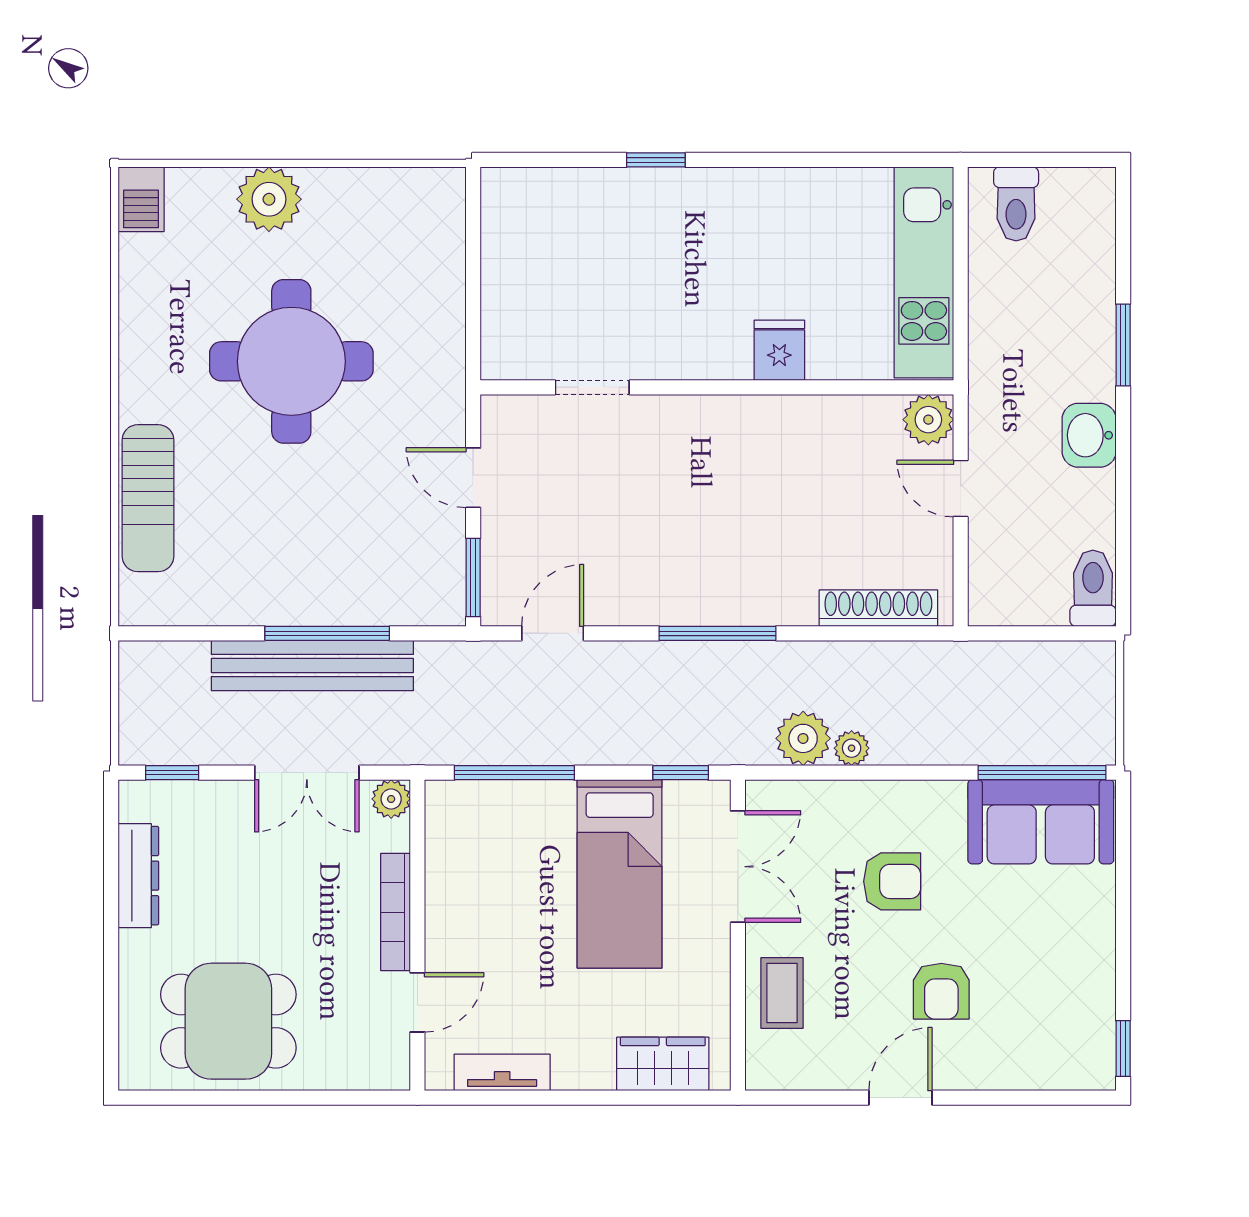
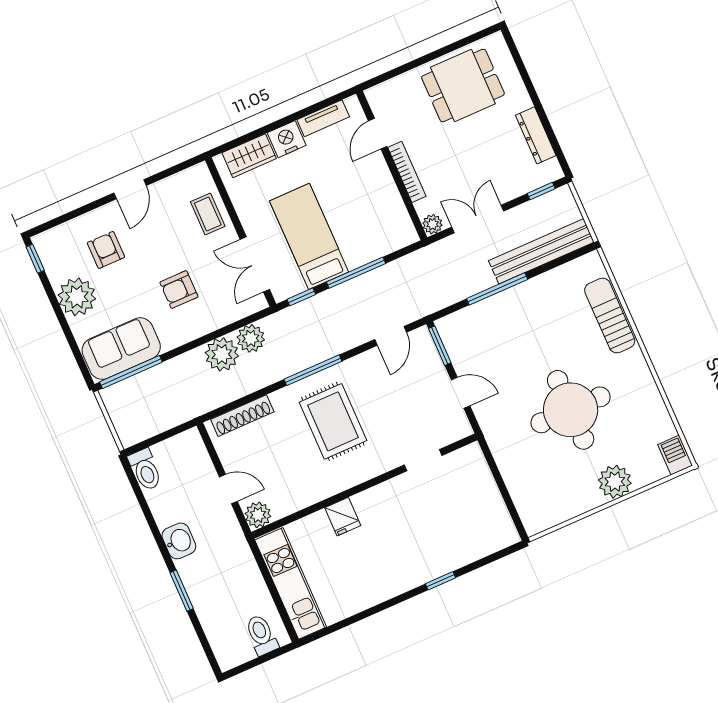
rug: (722, 527) -> (333, 421), added
bench: (312, 665) -> (541, 251), moved
plant: (852, 748) -> (222, 354), width x1.87, depth x1.87
window: (514, 773) -> (356, 273), moved
plant: (1079, 948) -> (77, 297), added
armchair: (941, 991) -> (106, 250), moved
nightstand: (583, 1064) -> (287, 139), added

